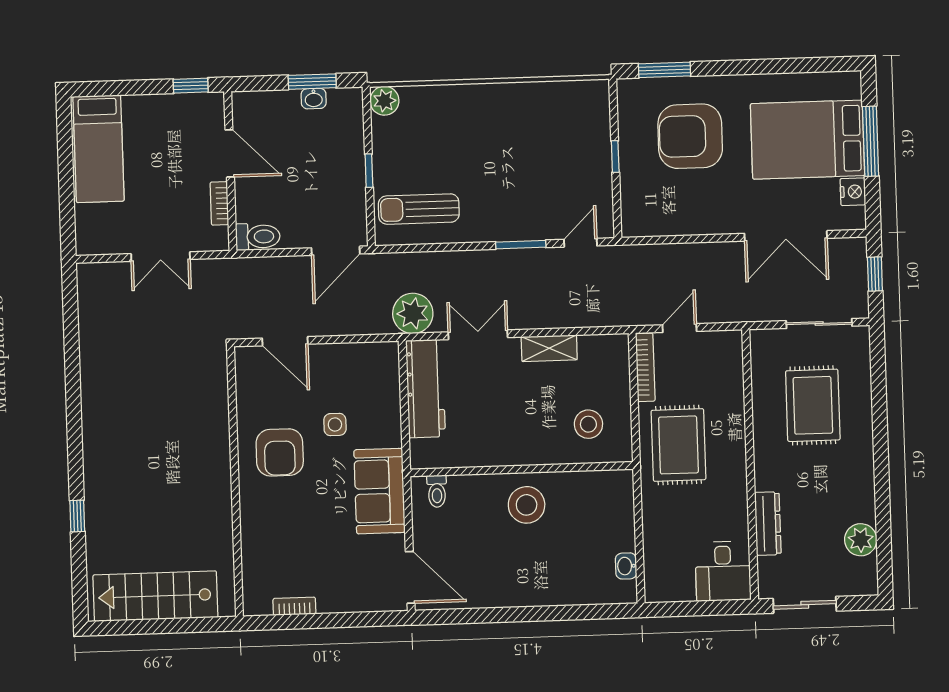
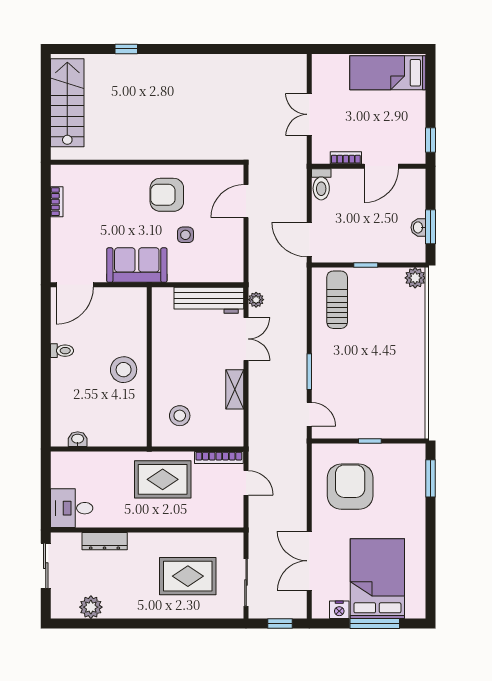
armchair: (690, 136) -> (350, 487), moved
plant: (413, 313) -> (256, 300), width x0.53, depth x0.53
toilet: (437, 491) -> (62, 351), moved, turned 180

